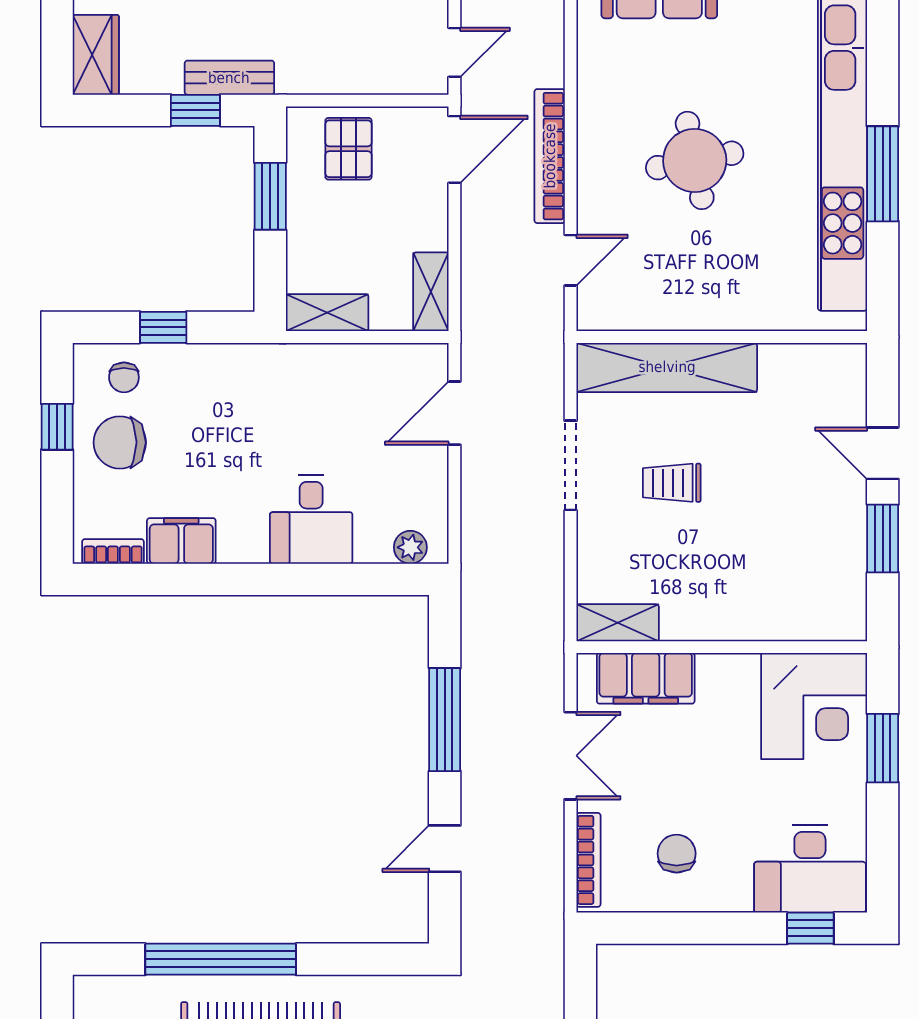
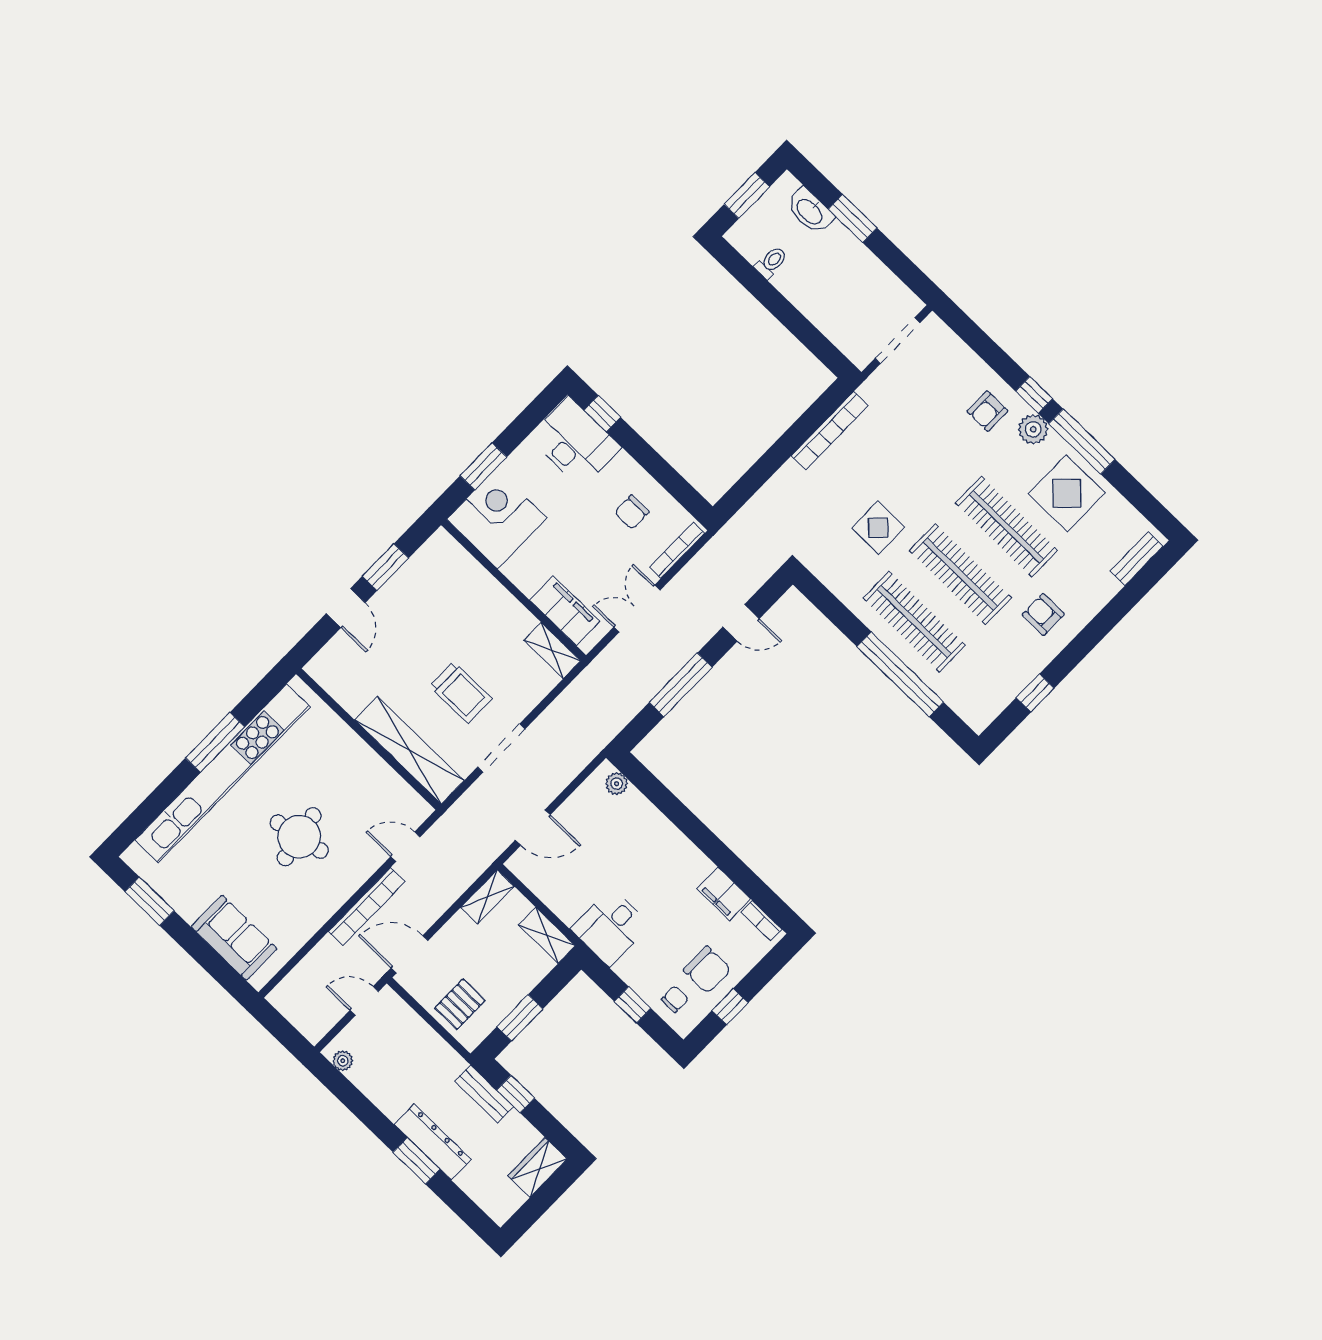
trolley: (672, 483) -> (461, 692), width x1.36, depth x1.39
desk: (311, 519) -> (610, 927), moved, turned 180

